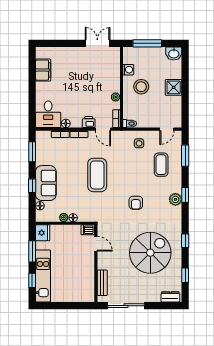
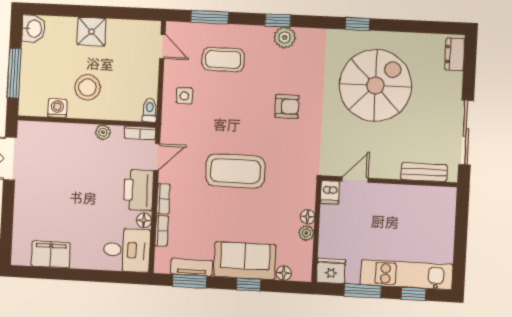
printer: (89, 122) -> (138, 190), width x1.87, depth x1.48
tv unit: (40, 152) -> (192, 267), added
spiral stairs: (150, 253) -> (375, 85), turned 90
window: (185, 275) -> (418, 27), removed

